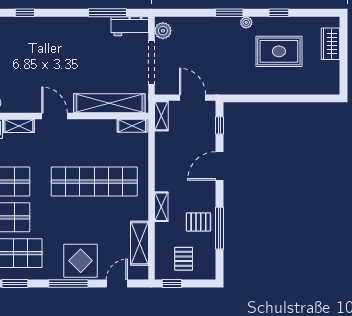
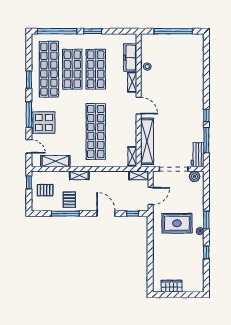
window: (25, 13) -> (206, 115), moved
wardrobe: (330, 44) -> (172, 286), moved
rug: (279, 51) -> (177, 223), moved, turned 90
door: (55, 116) -> (139, 106), hinge flipped

